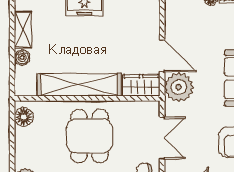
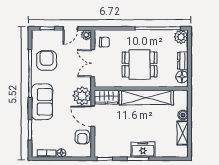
armchair: (178, 24) -> (82, 137), added
dining table: (90, 136) -> (140, 64), turned 90
dresser: (22, 142) -> (183, 61), added

